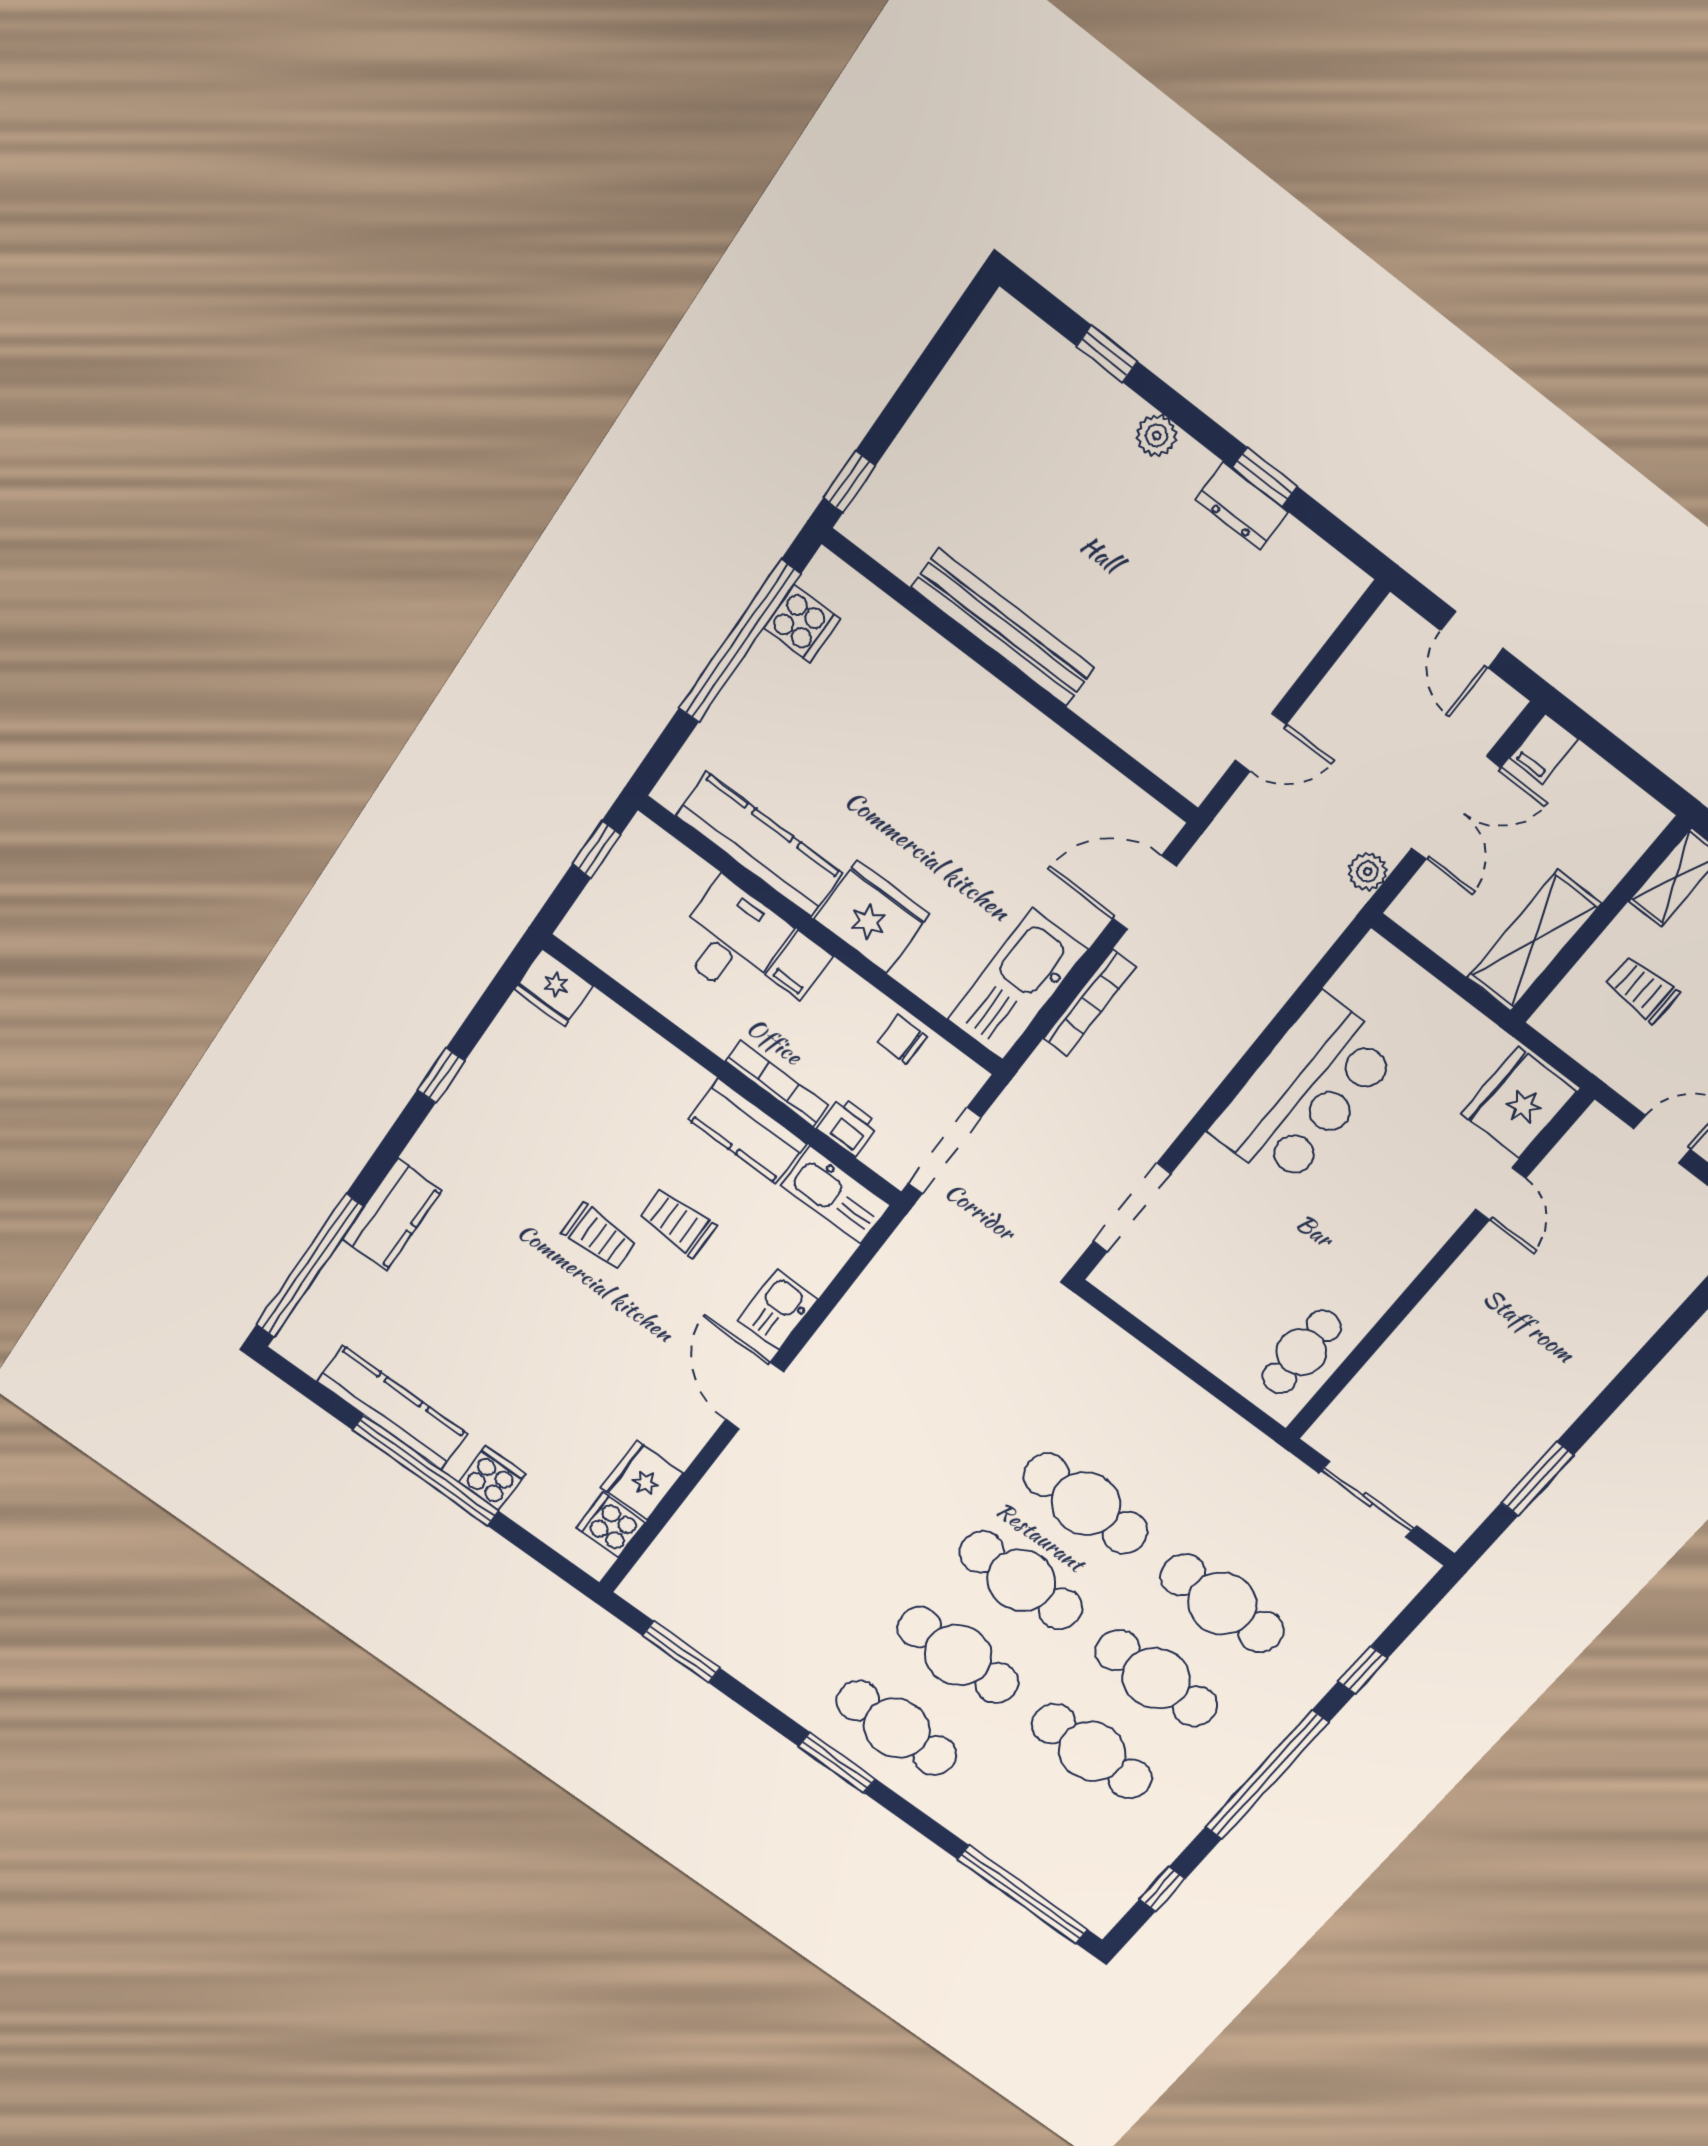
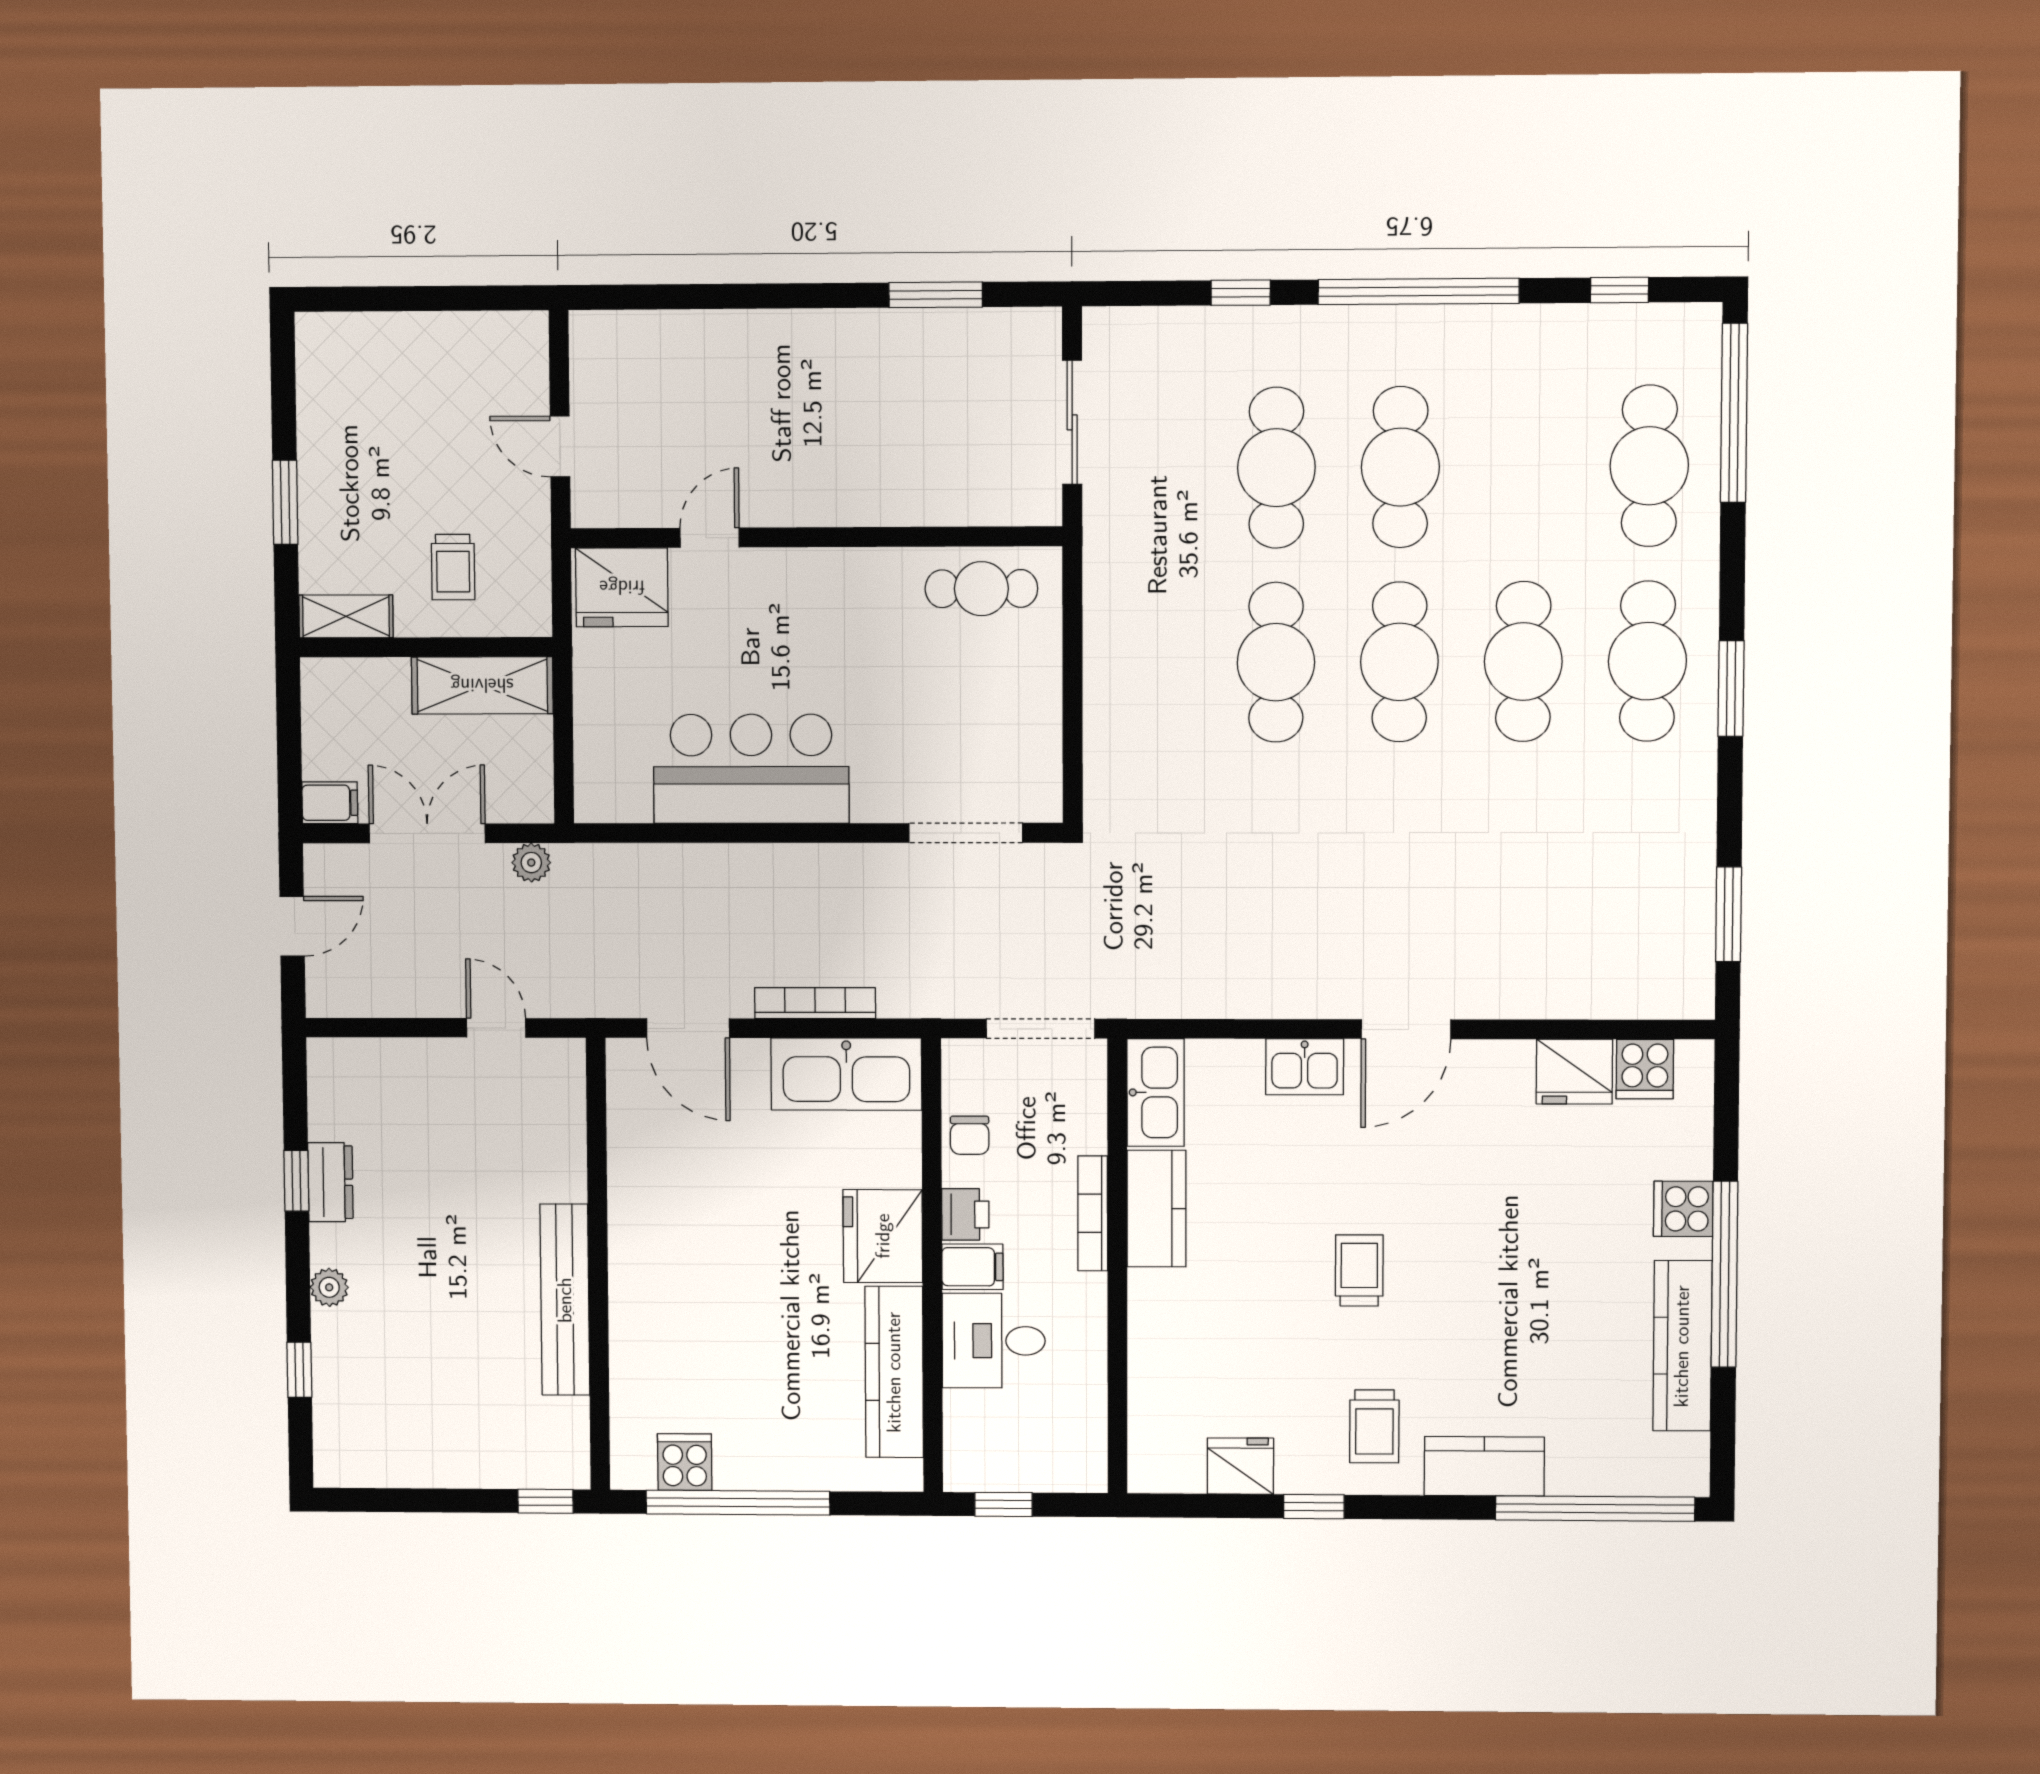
fridge: (554, 988) -> (1240, 1466), moved, turned -90
printer: (848, 1126) -> (965, 1214), moved, turned 180
trolley: (677, 1222) -> (1374, 1426), moved
cafe table: (1092, 1751) -> (1649, 466), moved

